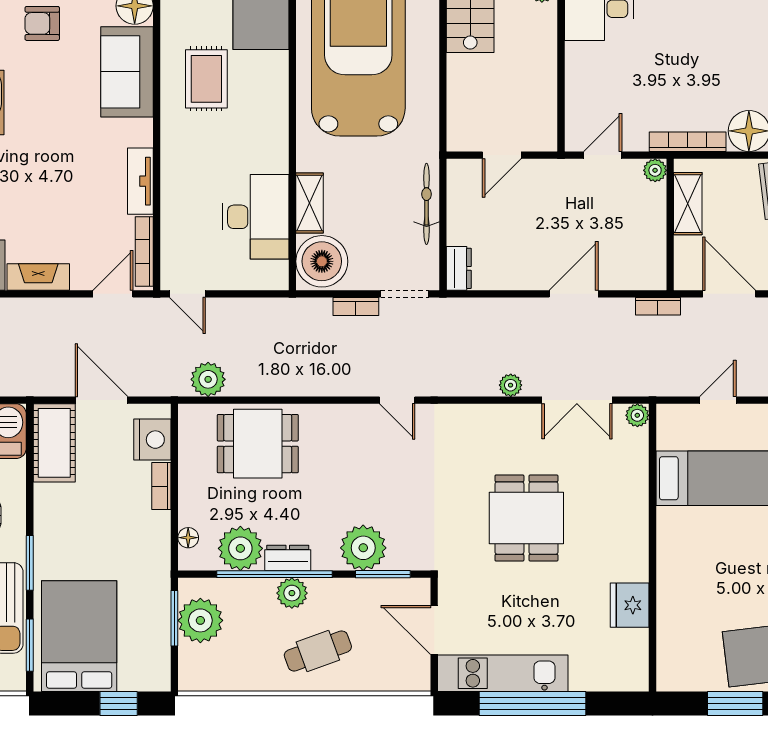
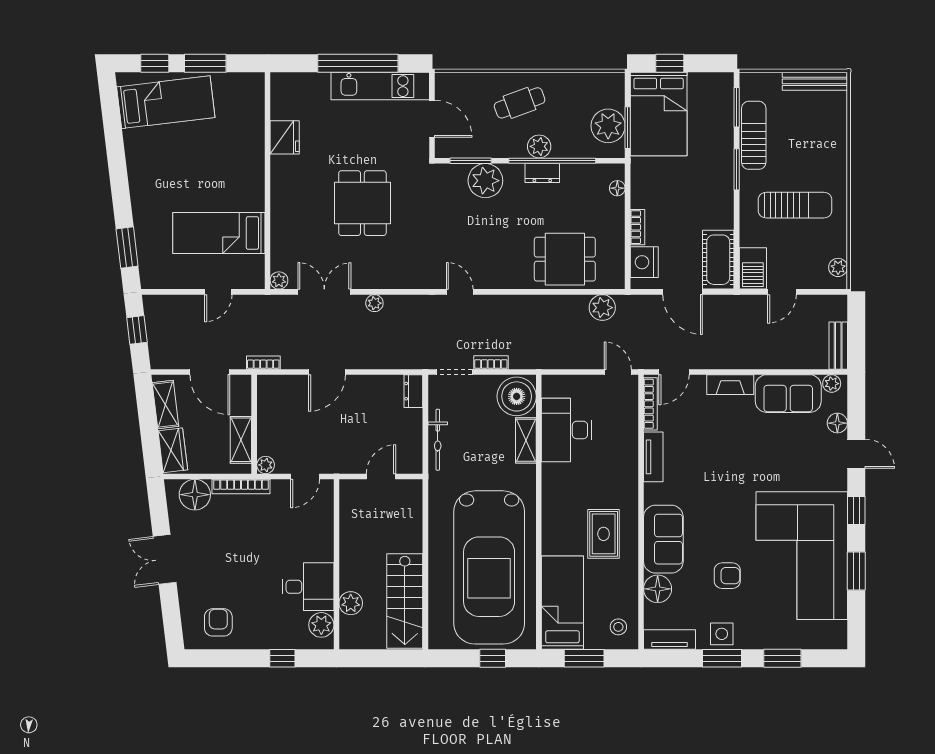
plant: (240, 548) -> (578, 180), removed
bed: (79, 636) -> (659, 114), moved

